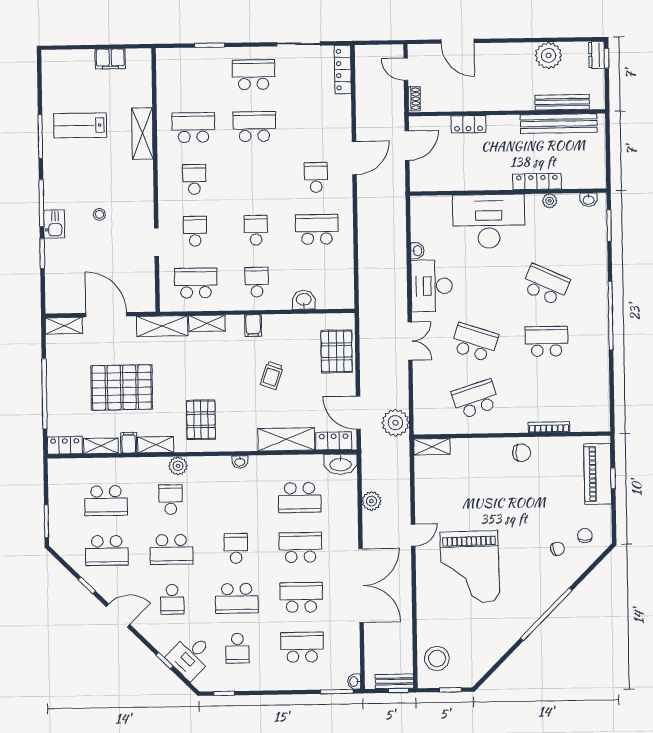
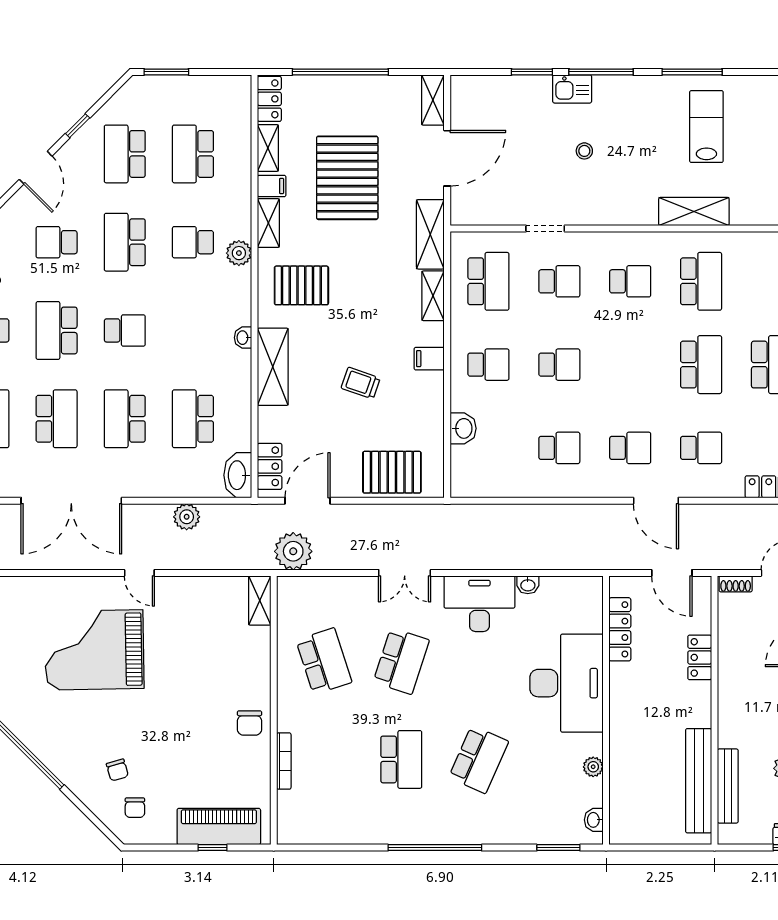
school desk: (315, 126) -> (701, 448), added
locker: (537, 182) -> (620, 629), moved
school desk: (317, 229) -> (559, 448), width x0.54
shelving: (286, 439) -> (273, 367), moved
school desk: (171, 500) -> (193, 242), turned 180
chair: (585, 536) -> (135, 808), turned 90
school desk: (300, 547) -> (125, 419), turned 180

